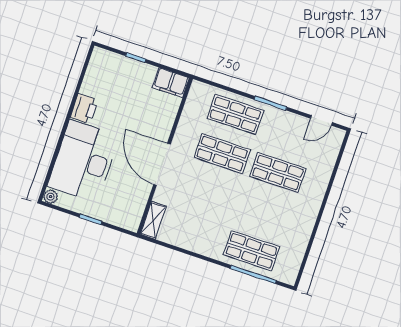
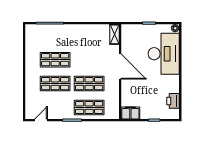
printer: (84, 109) -> (173, 101), moved
shop shelf: (251, 251) -> (55, 60), moved

